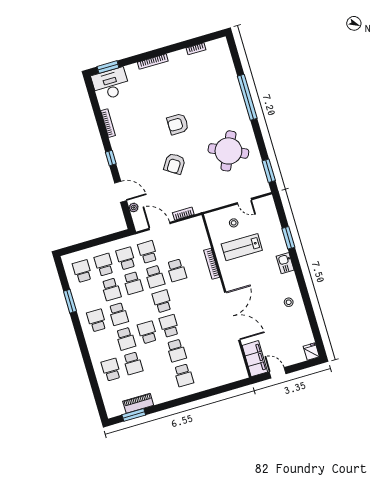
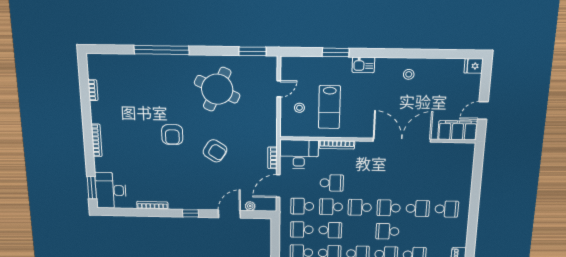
desk: (193, 235) -> (299, 154), added
school desk: (155, 277) -> (331, 207), turned 180

